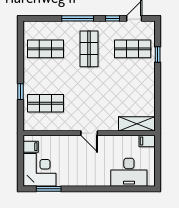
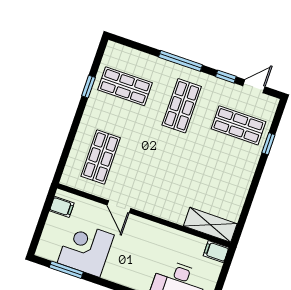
window: (20, 92) -> (88, 87), moved
shop shelf: (45, 103) -> (101, 157), turned 90
door: (89, 133) -> (119, 207), moved
corner desk: (39, 170) -> (86, 249), moved, turned -90

